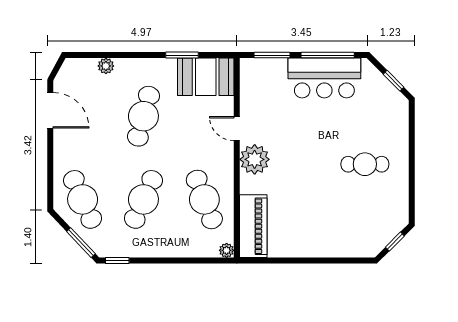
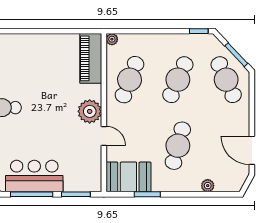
cafe table: (204, 199) -> (130, 80), turned 42
window: (81, 243) -> (236, 55), moved

